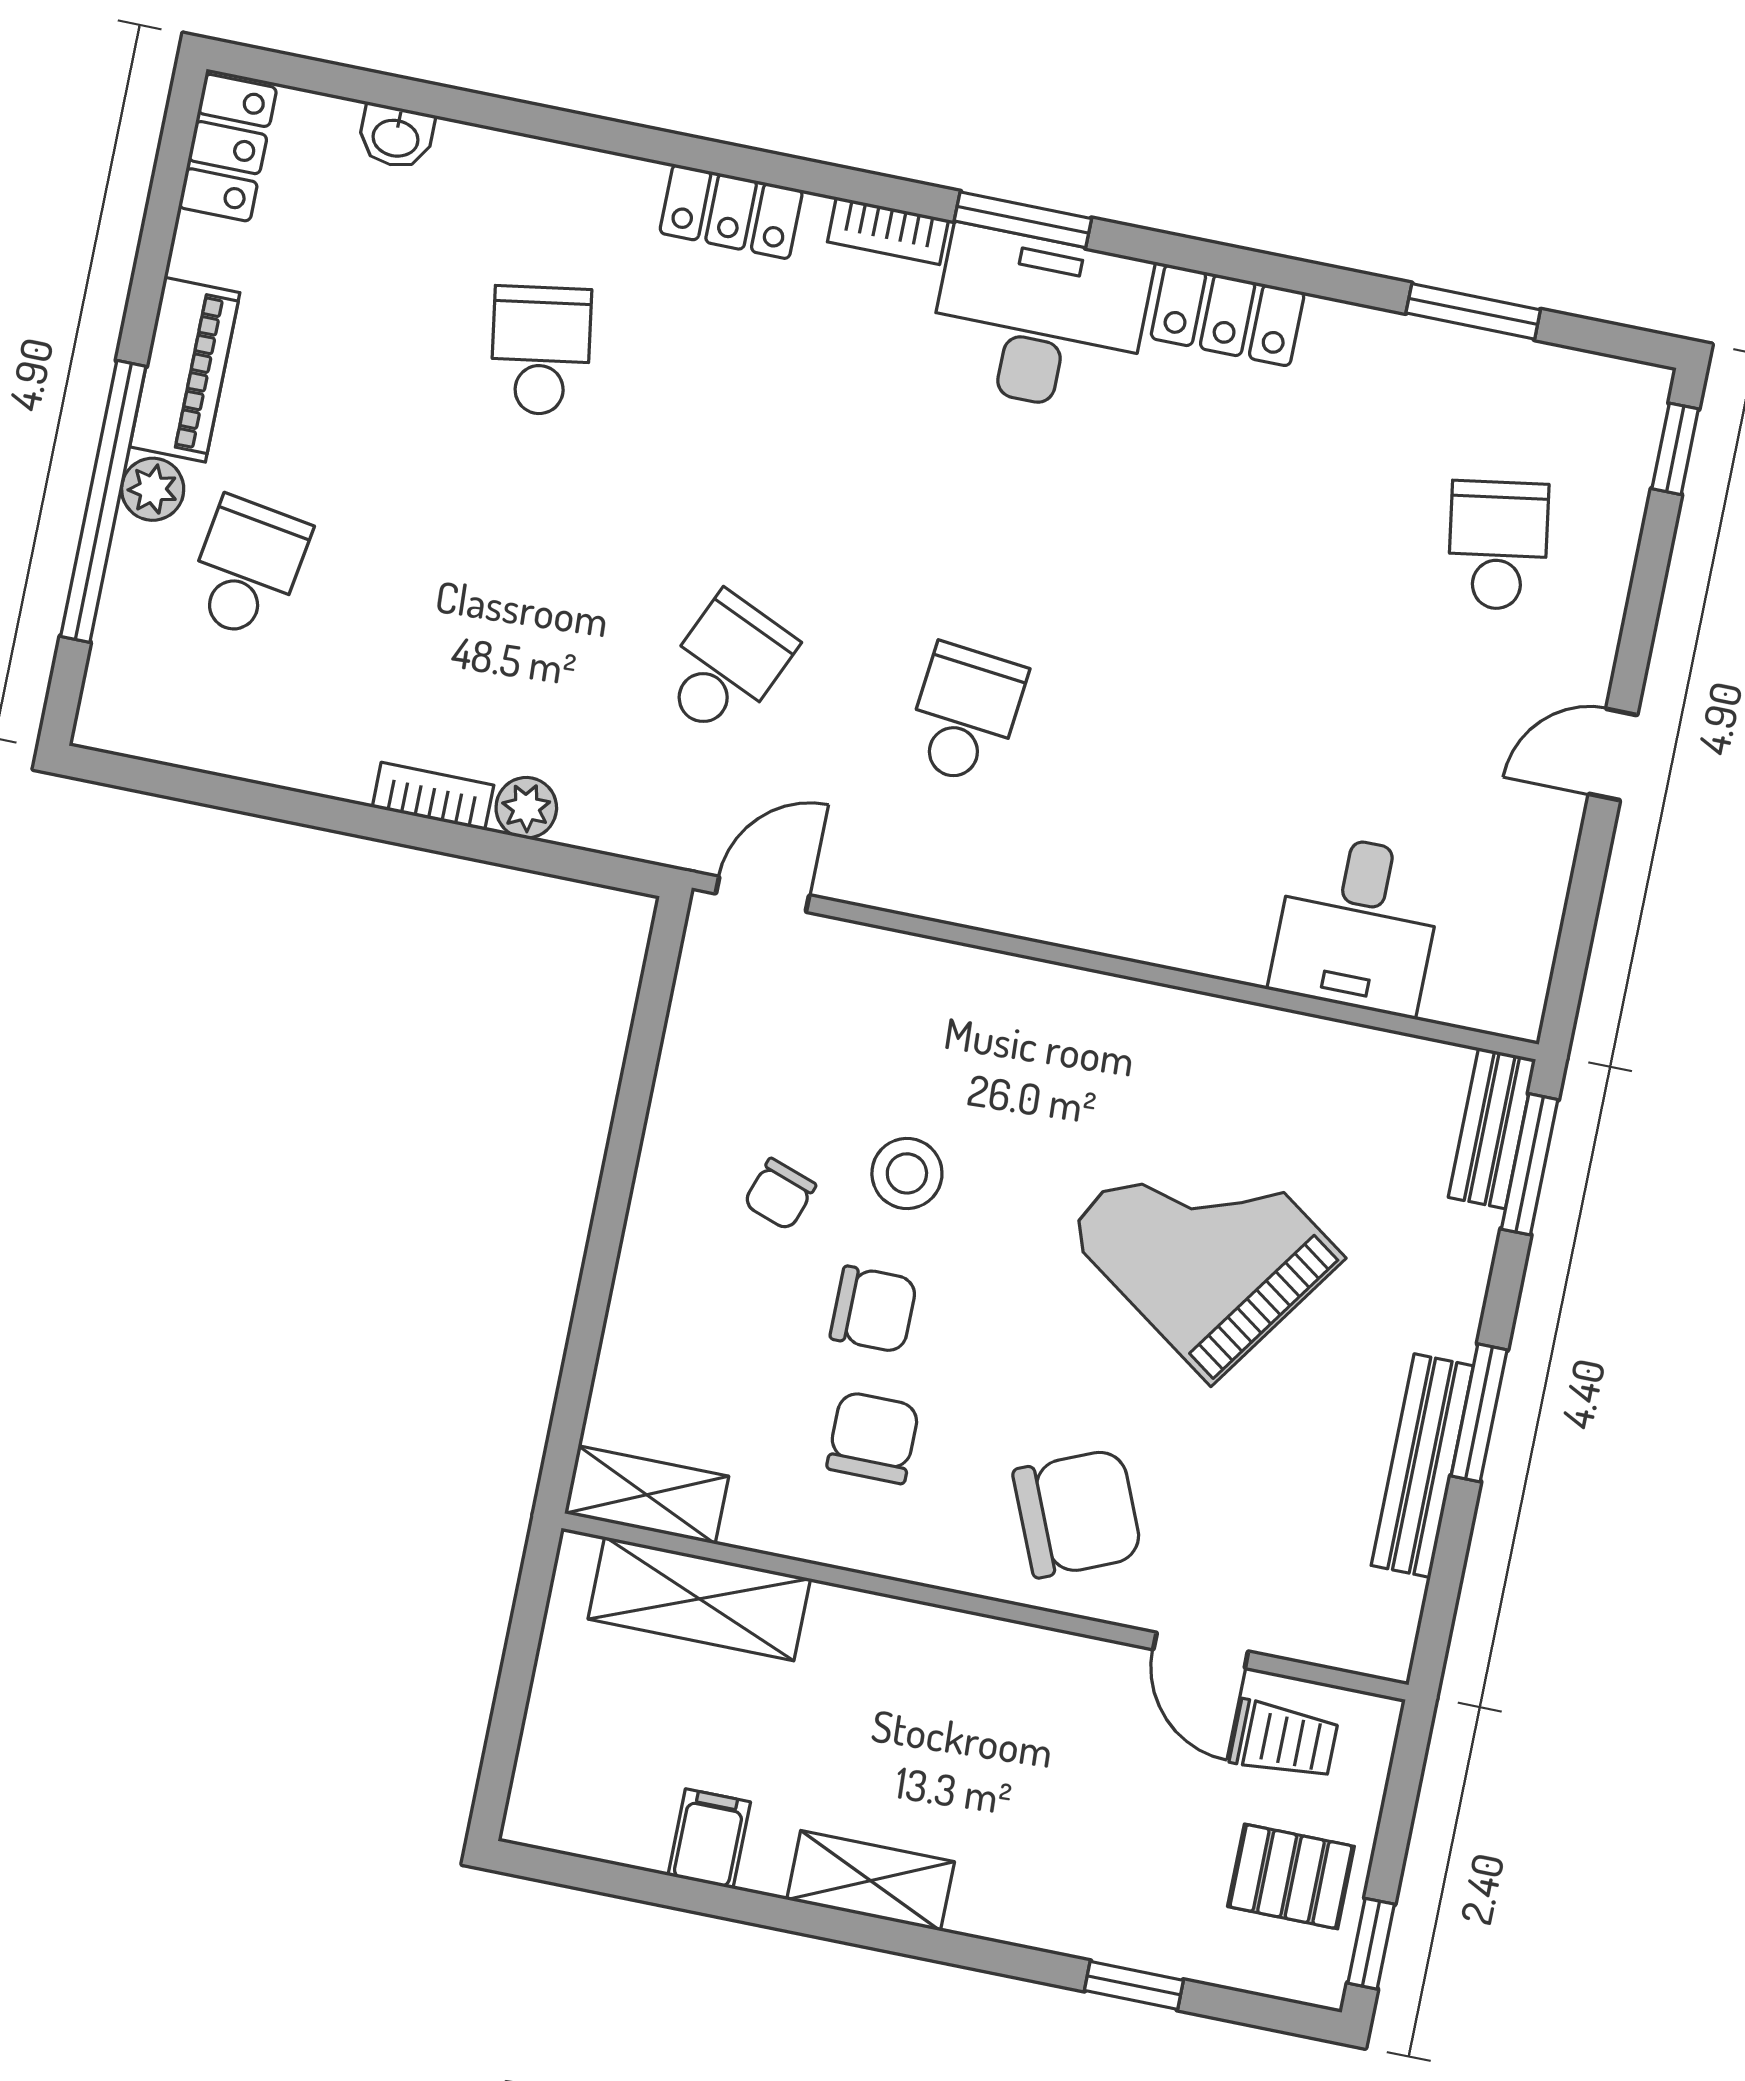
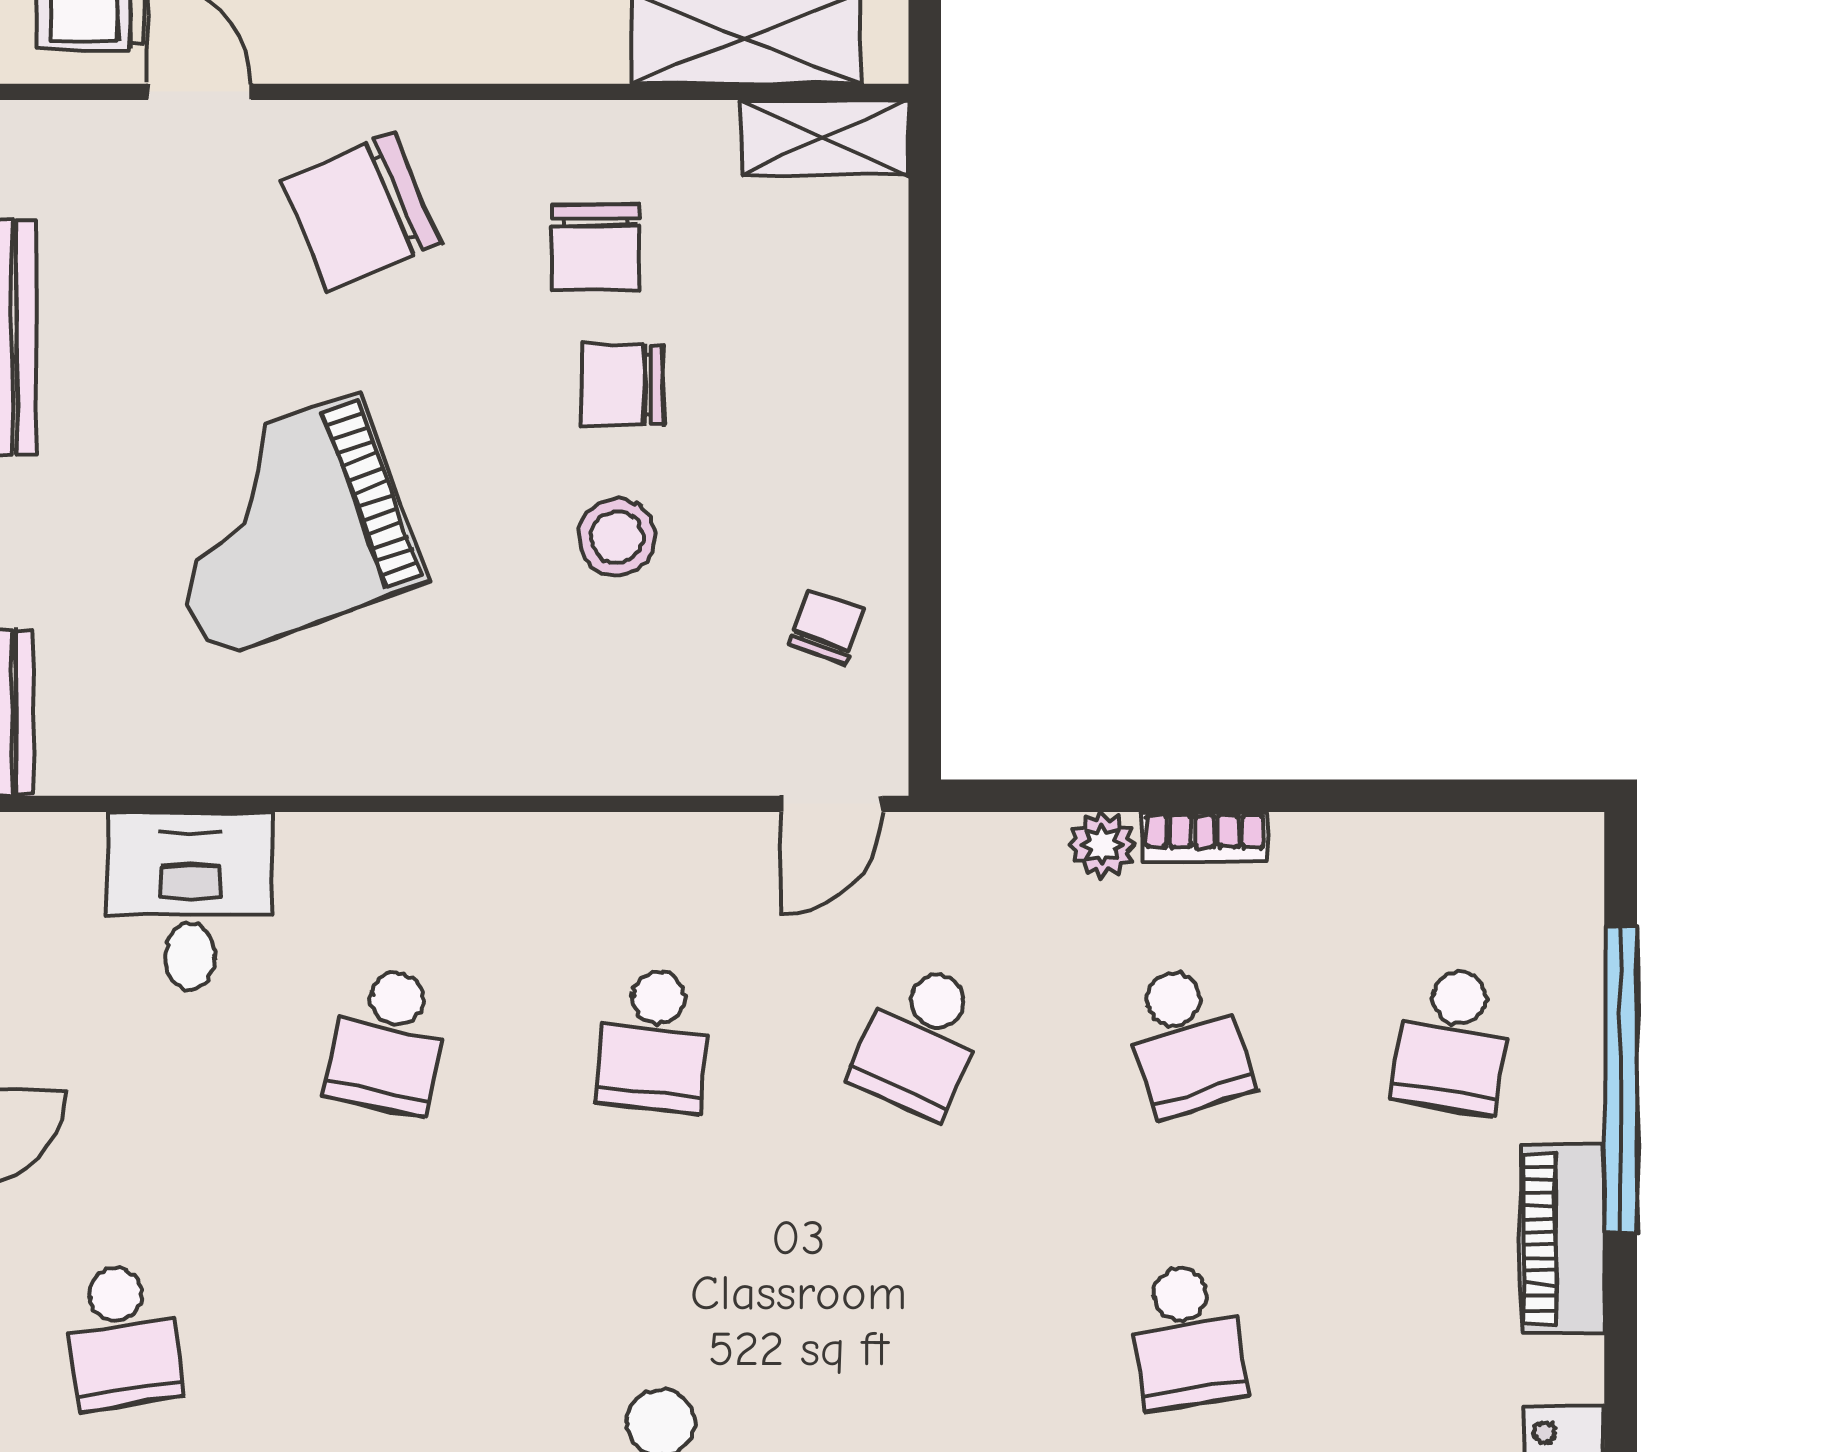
plant: (153, 489) -> (1571, 1104), removed
school desk: (487, 617) -> (1186, 1040), added
school desk: (1205, 763) -> (388, 1040), added
chair: (780, 1194) -> (827, 627), moved
grand piano: (1204, 1244) -> (284, 526), turned 125

